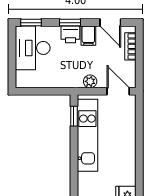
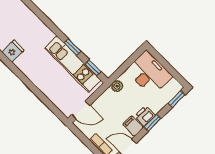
desk: (33, 48) -> (149, 73), moved
plant: (90, 81) -> (117, 86), moved
window: (74, 150) -> (72, 47), added

